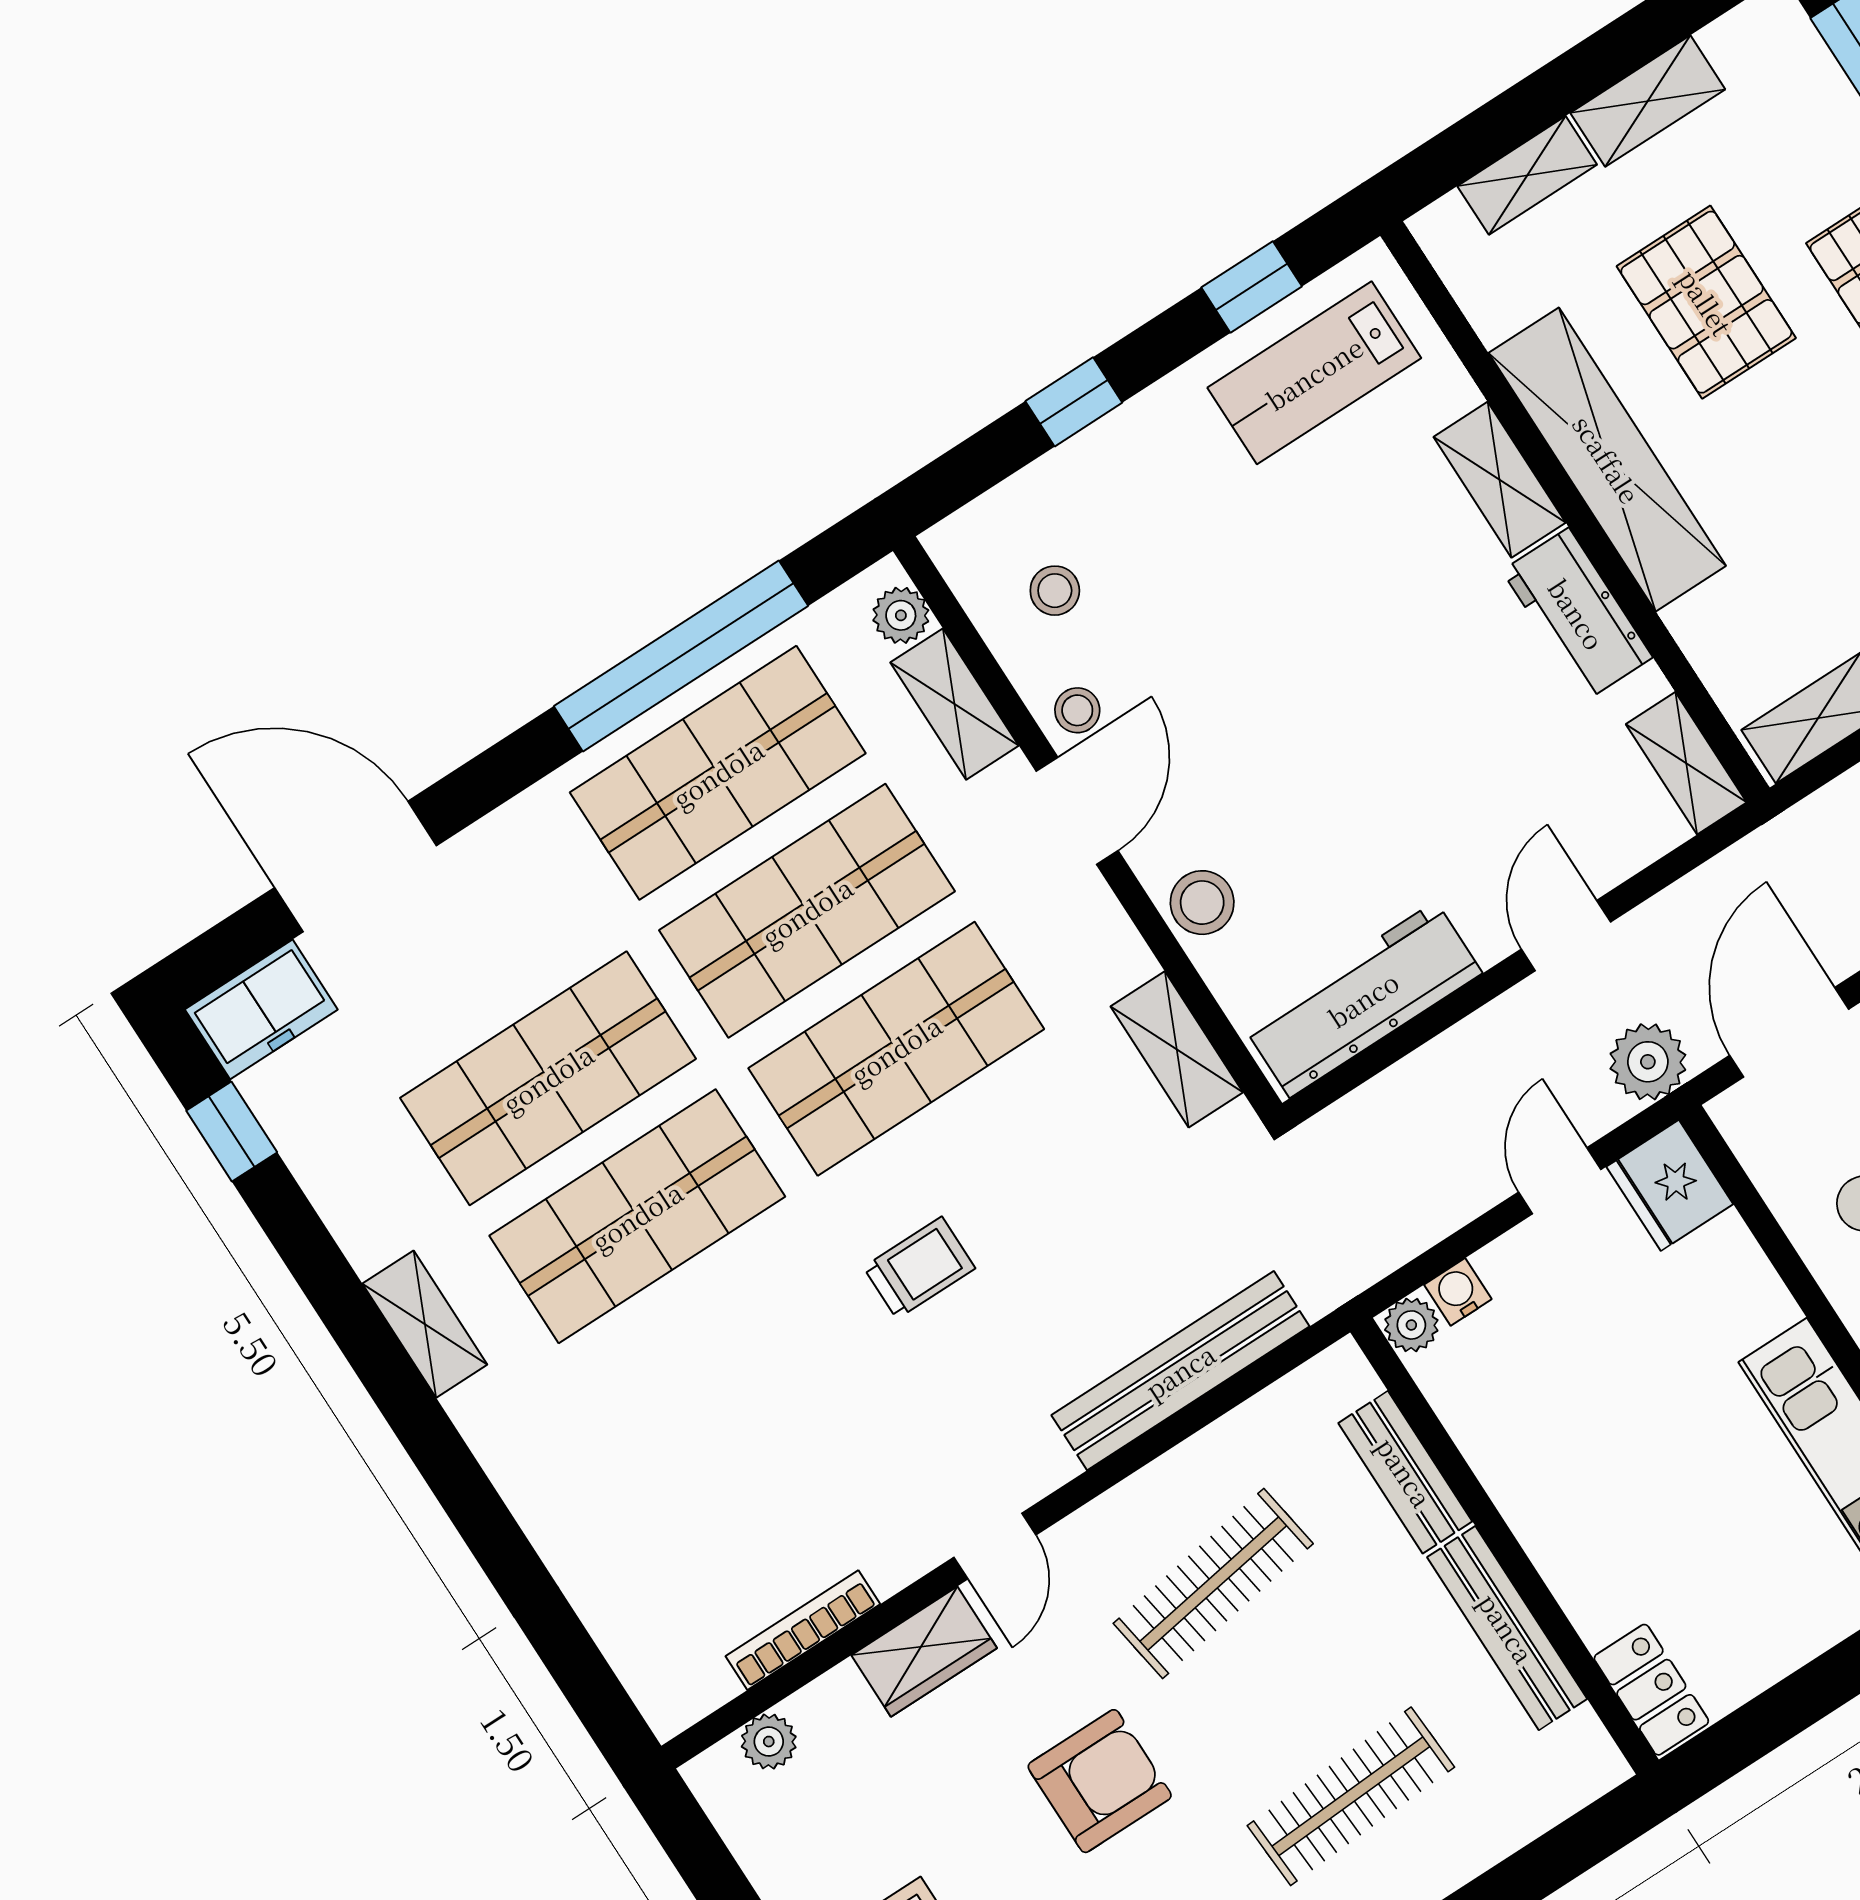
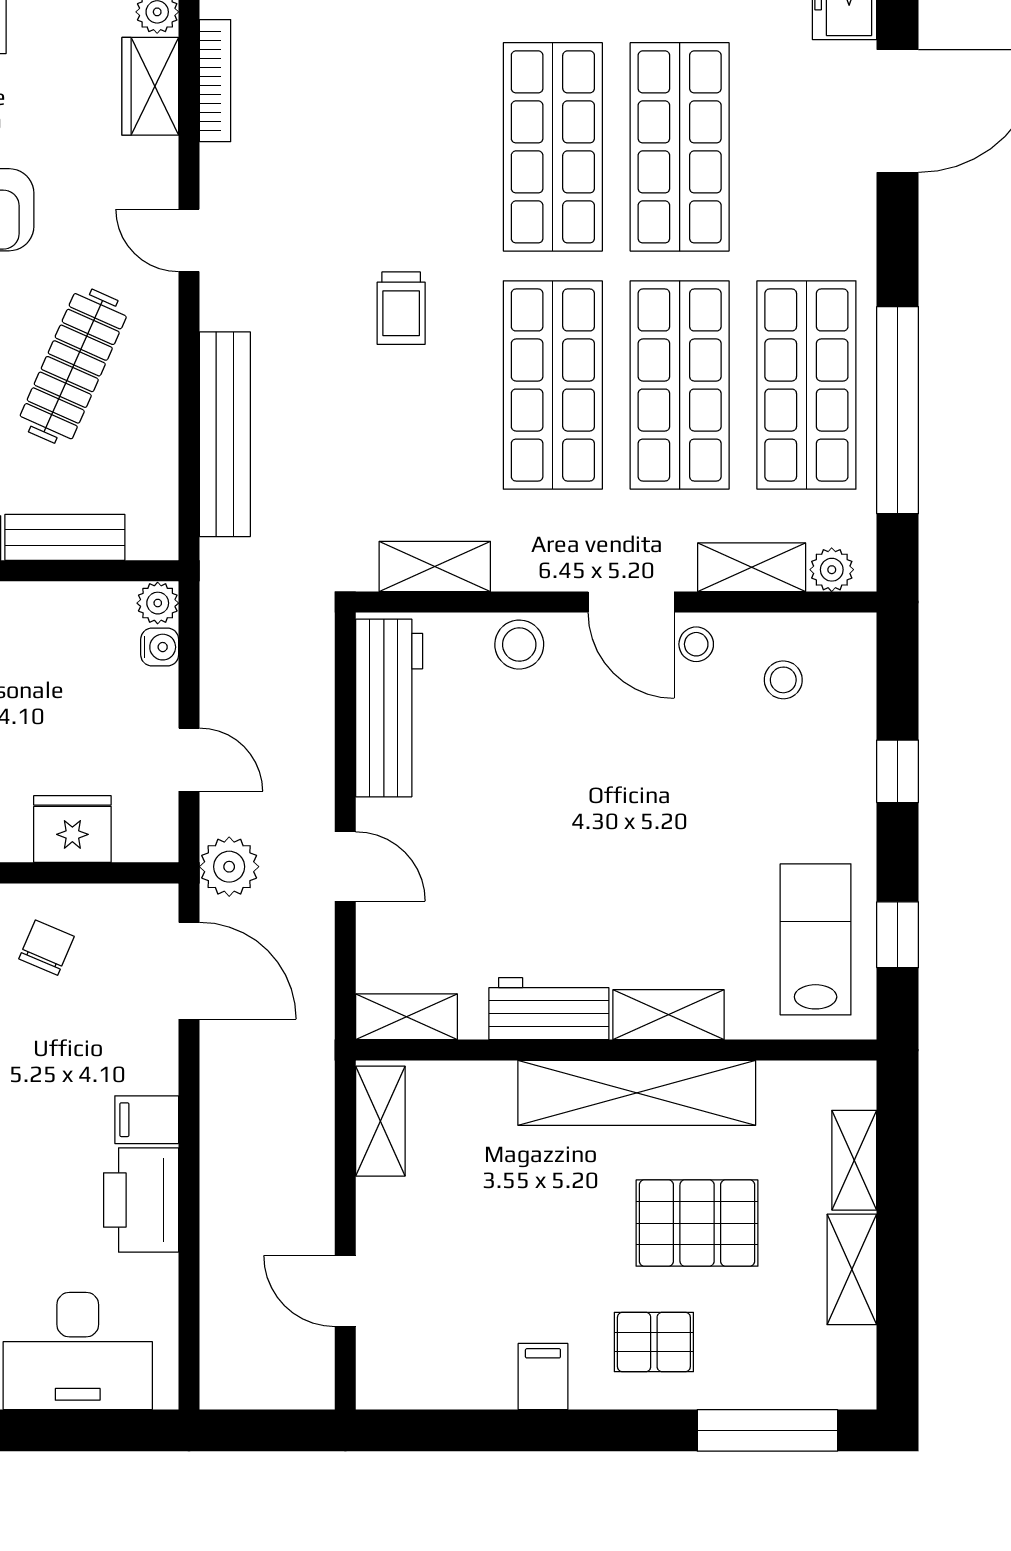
fridge: (1670, 1185) -> (72, 829), moved
clothes rail: (1213, 1584) -> (73, 366), turned 33
wardrobe: (924, 1652) -> (150, 86), moved

